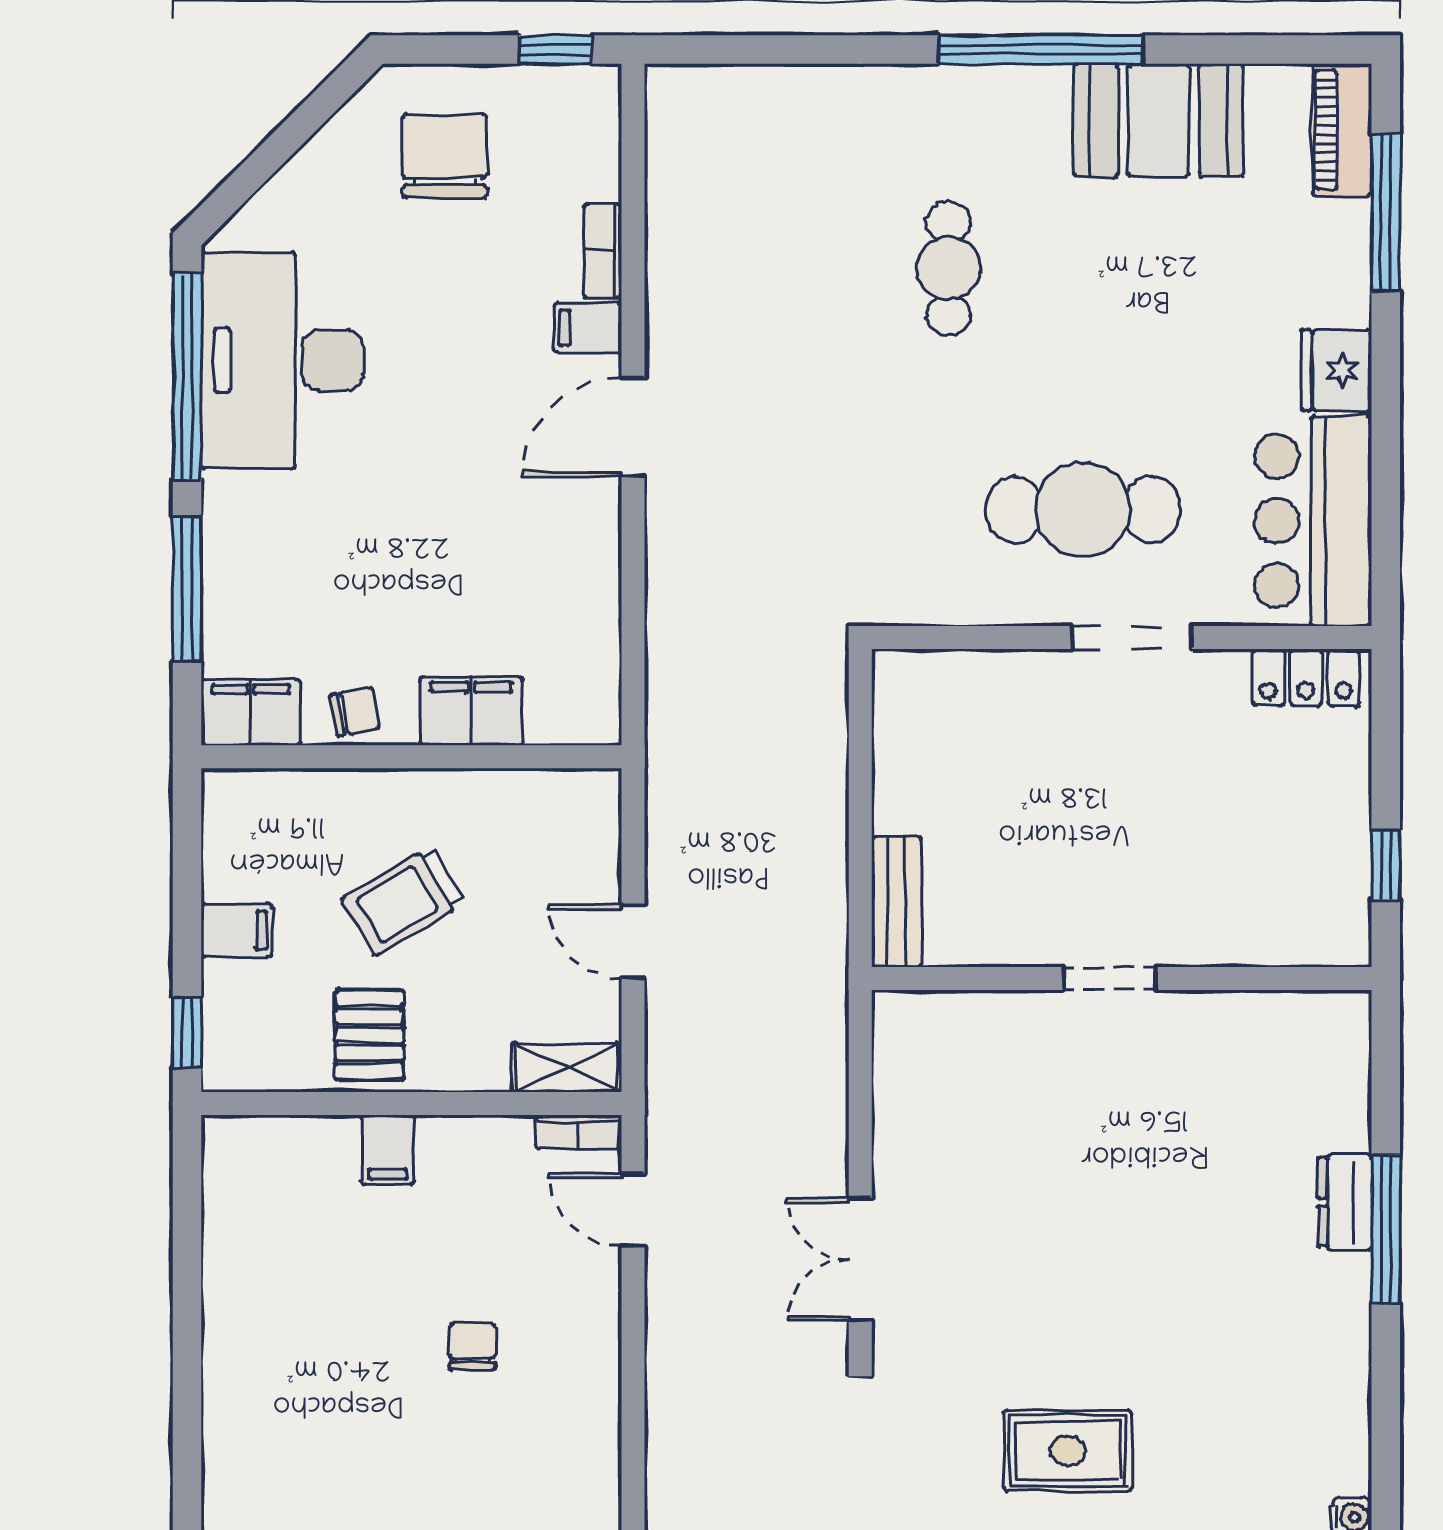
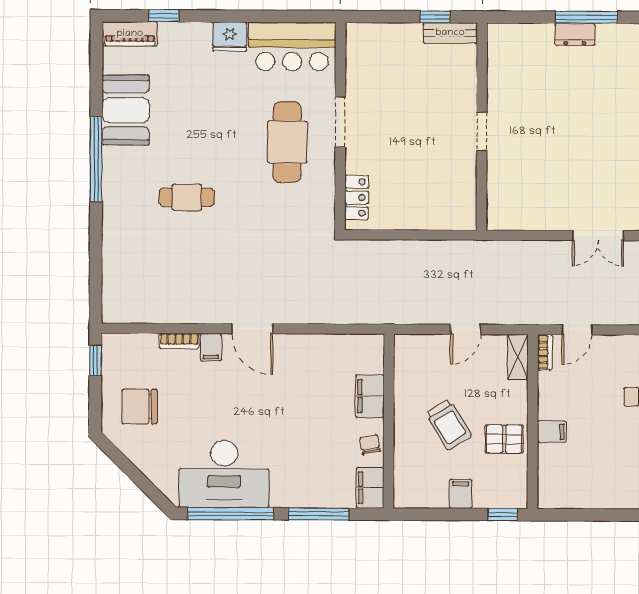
window: (1386, 212) -> (164, 16), width x0.46
locker: (1306, 677) -> (357, 197), moved
bench: (897, 902) -> (450, 33), moved

